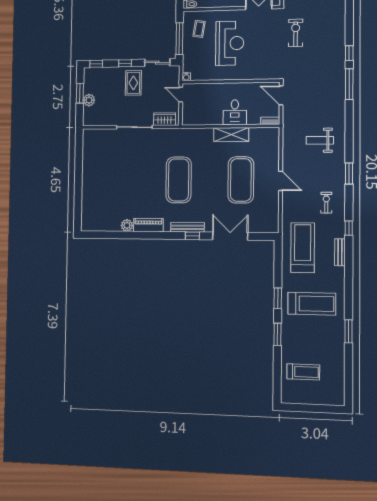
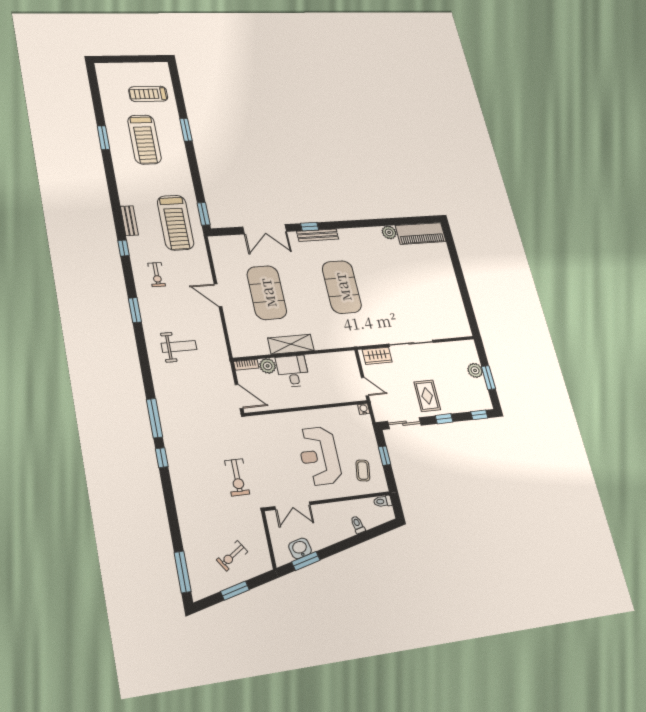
window: (179, 39) -> (385, 456), width x0.46
plant: (254, 118) -> (268, 366), added
piano: (148, 225) -> (421, 233), moved, width x1.37, depth x1.33
window: (278, 298) -> (204, 214), moved
treadmill: (312, 304) -> (144, 139), moved, turned -90

